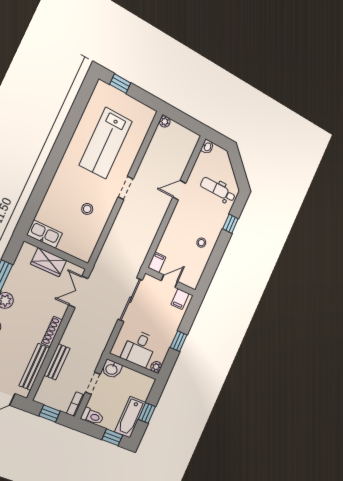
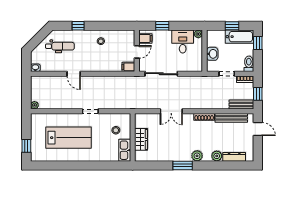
dental chair: (218, 190) -> (60, 46), turned -90
kitchen sink: (44, 234) -> (125, 150), moved
wall: (56, 252) -> (133, 137), moved
wardrobe: (49, 262) -> (141, 139), moved
door: (169, 281) -> (137, 52), swing flipped
window: (179, 341) -> (162, 26), moved
desk: (139, 349) -> (183, 42), moved, turned -90
bench: (57, 362) -> (241, 105), moved
washbasin: (112, 369) -> (212, 54), moved

